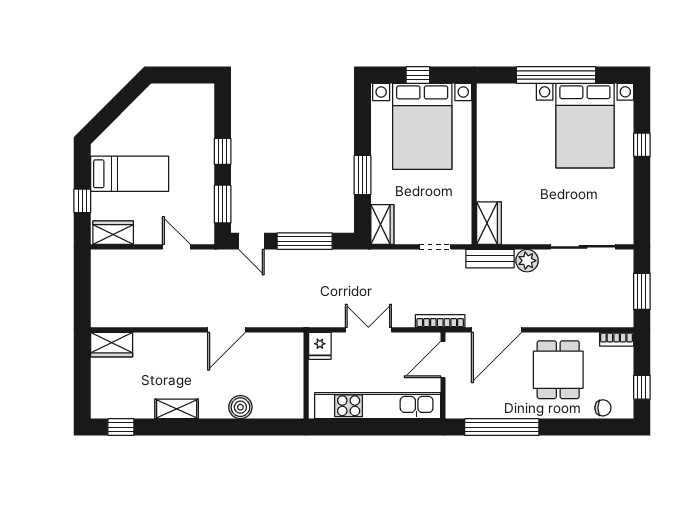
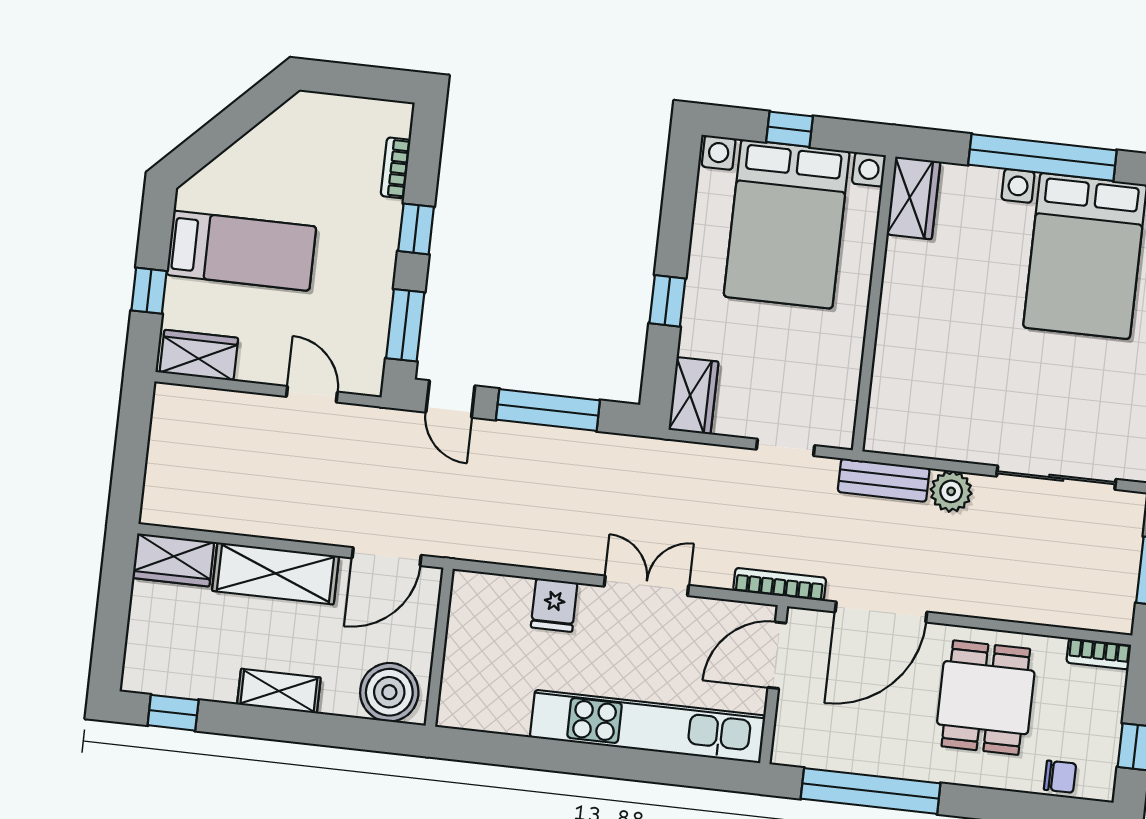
bookcase: (208, 120) -> (396, 168), added
window: (362, 175) -> (667, 301), width x0.67
wardrobe: (489, 223) -> (913, 198), moved
shelving: (168, 346) -> (276, 573), added
wall: (306, 376) -> (439, 647), moved
boiler: (240, 407) -> (389, 692), width x1.37, depth x1.37

